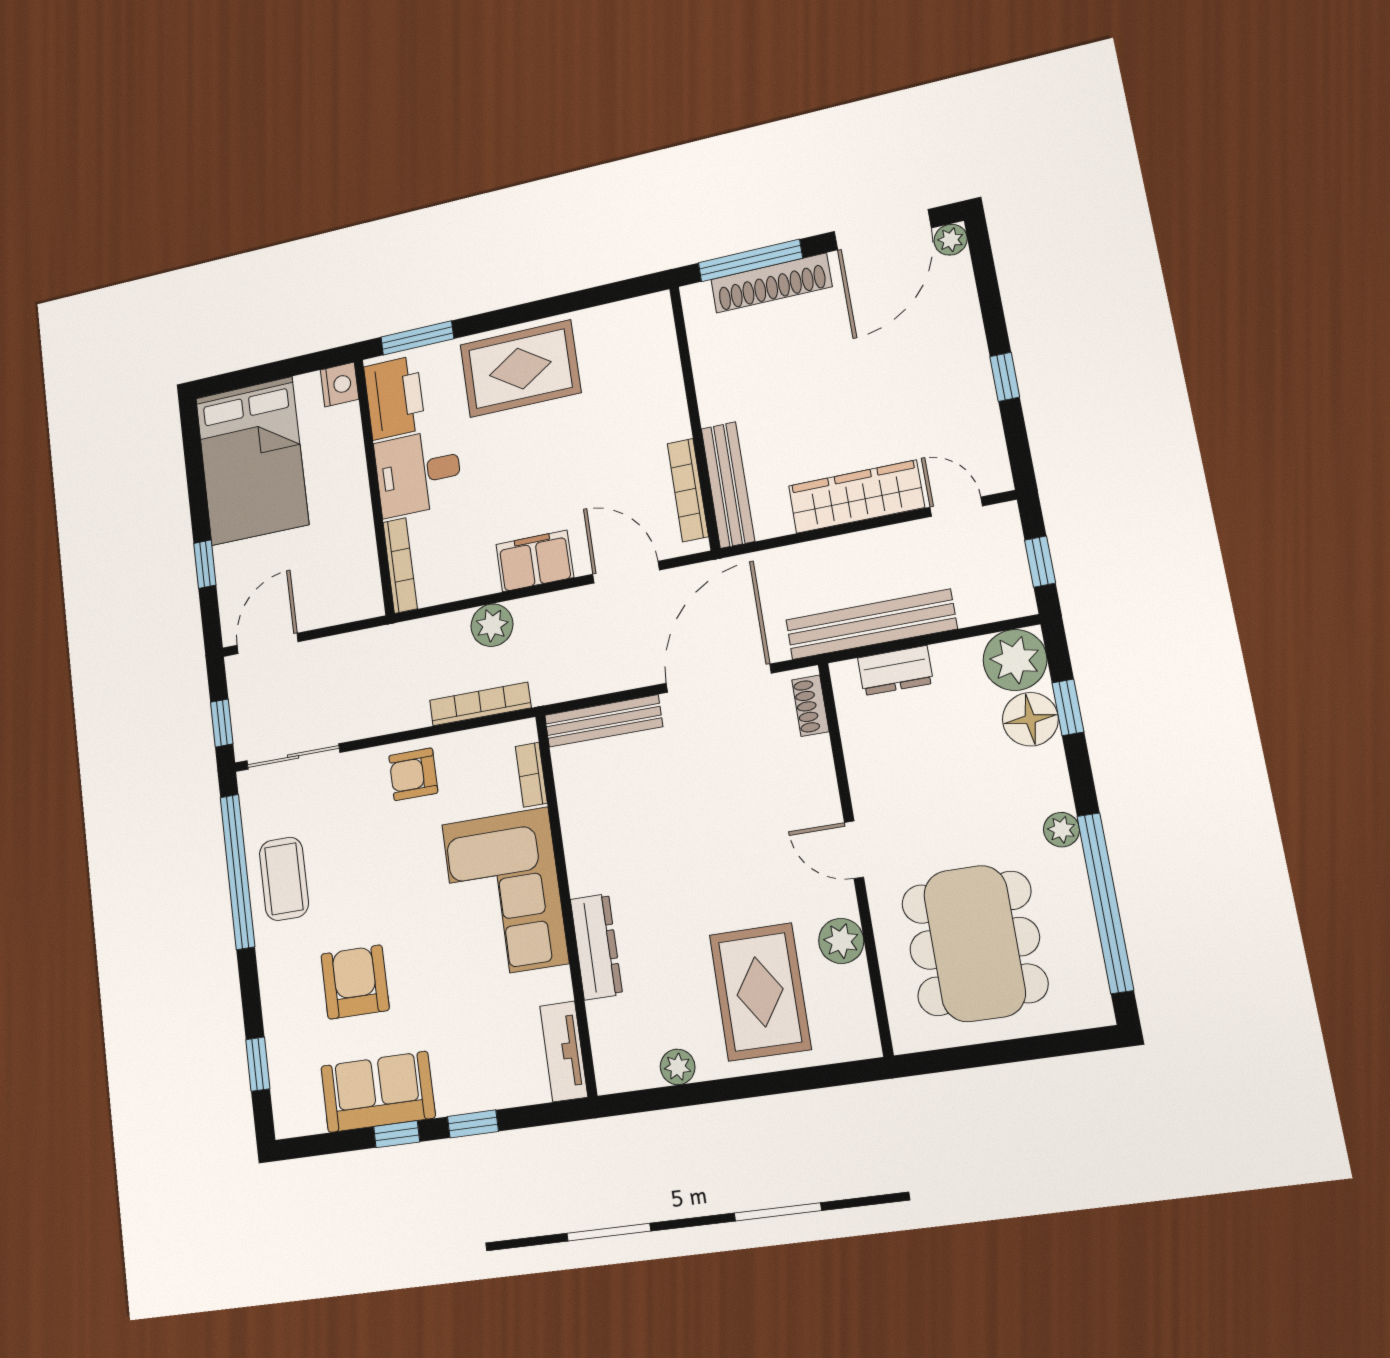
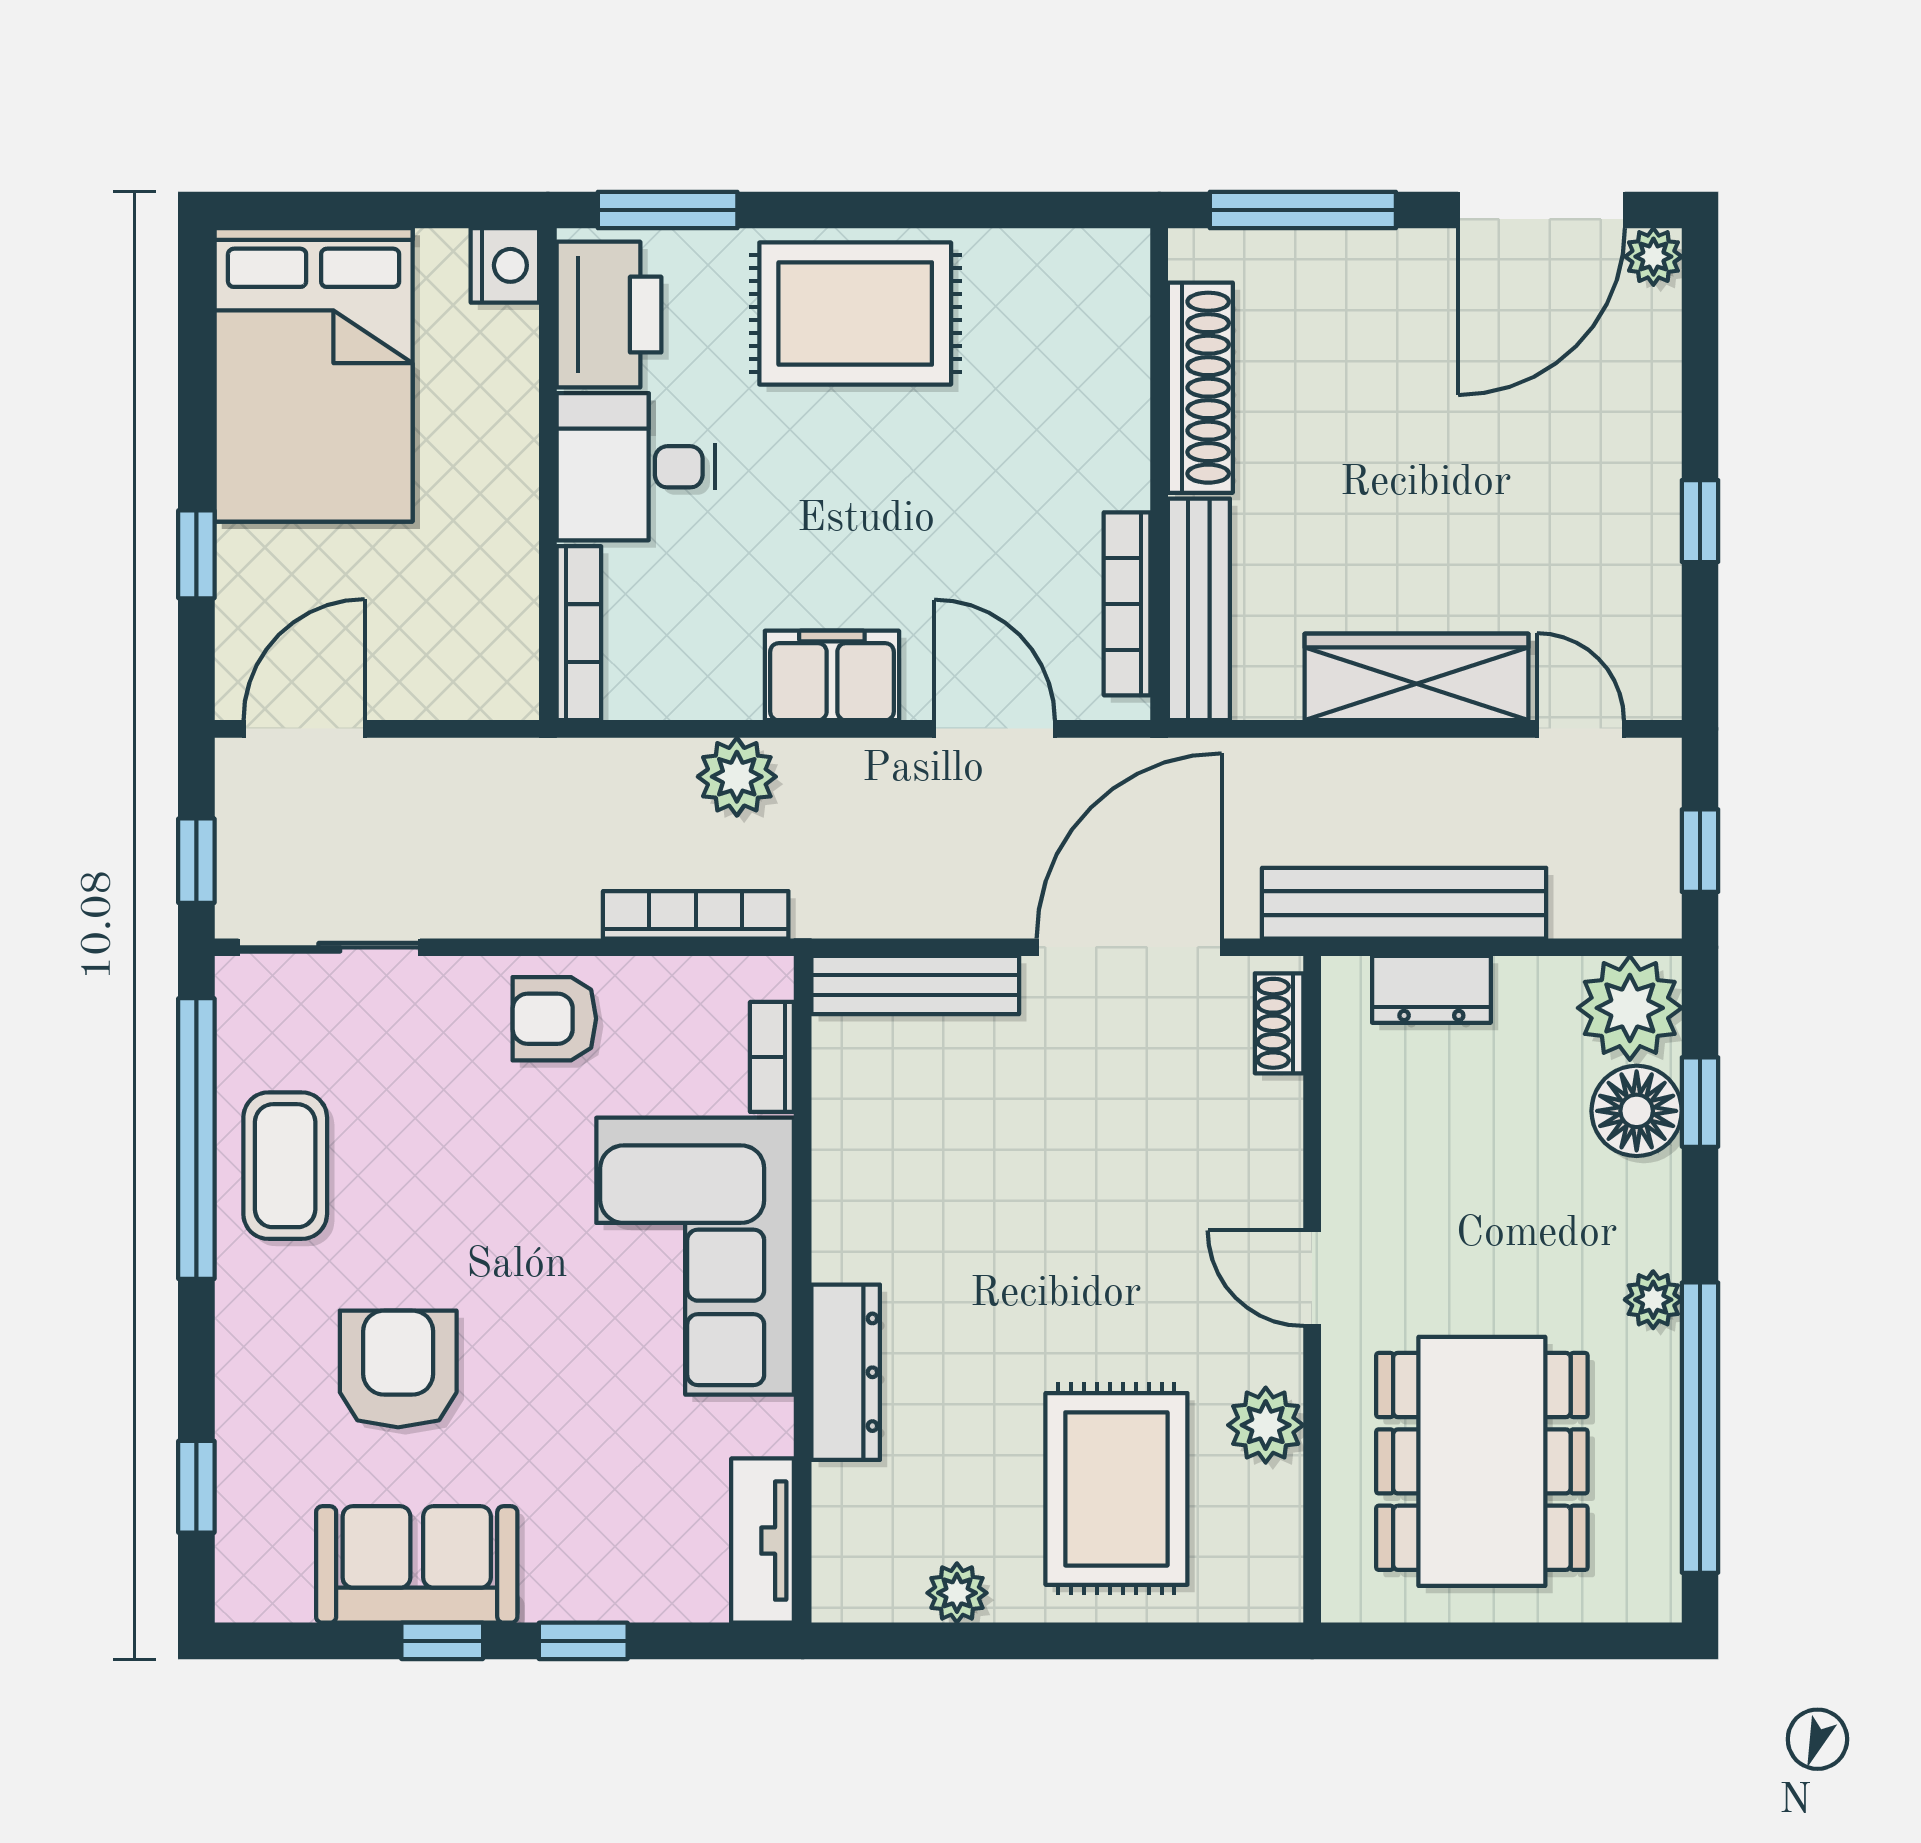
shoe rack: (771, 283) -> (1200, 388), moved, turned -90

